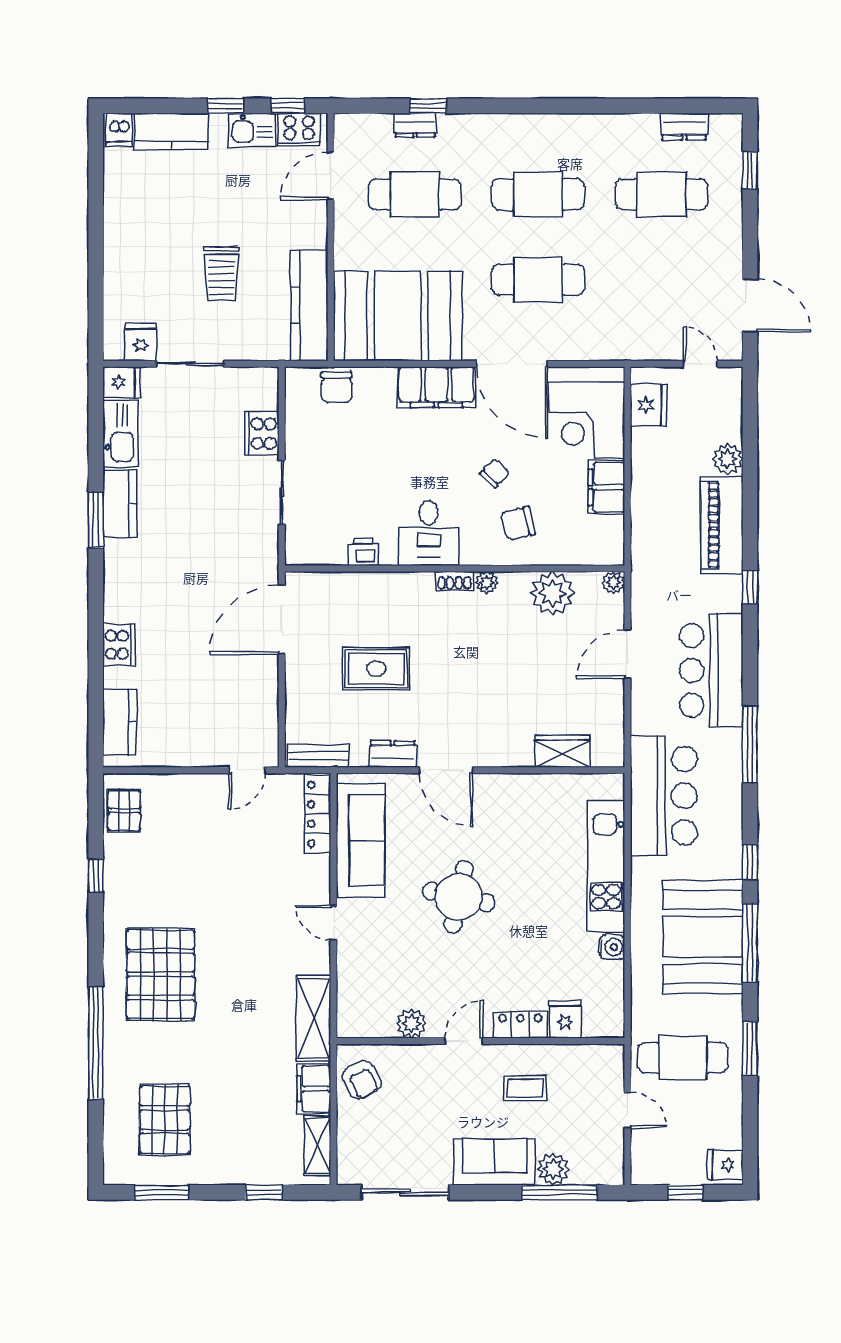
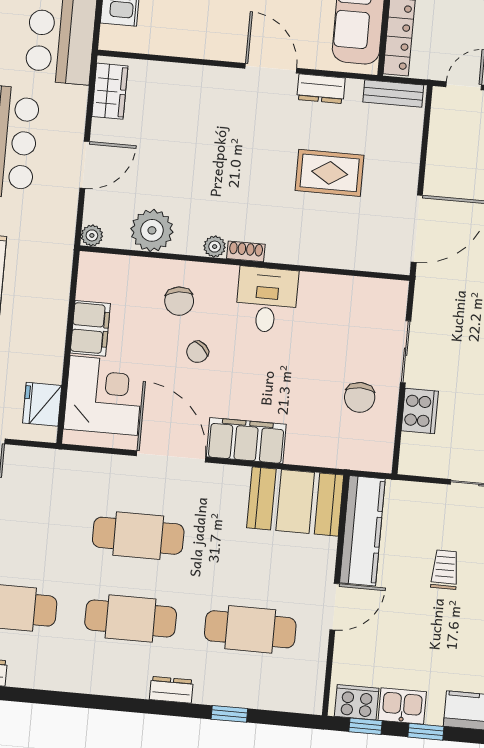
dresser: (415, 125) -> (171, 690), moved
door: (331, 176) -> (335, 607), moved
trolley: (221, 274) -> (445, 570), width x0.73, depth x0.72
booth: (398, 316) -> (295, 501), width x0.73, depth x0.70
chair: (337, 387) -> (360, 397), moved, turned 180
chair: (518, 523) -> (179, 301), turned 96
printer: (363, 552) -> (332, 287), removed
wardrobe: (562, 751) -> (110, 91), moved, turned -90

